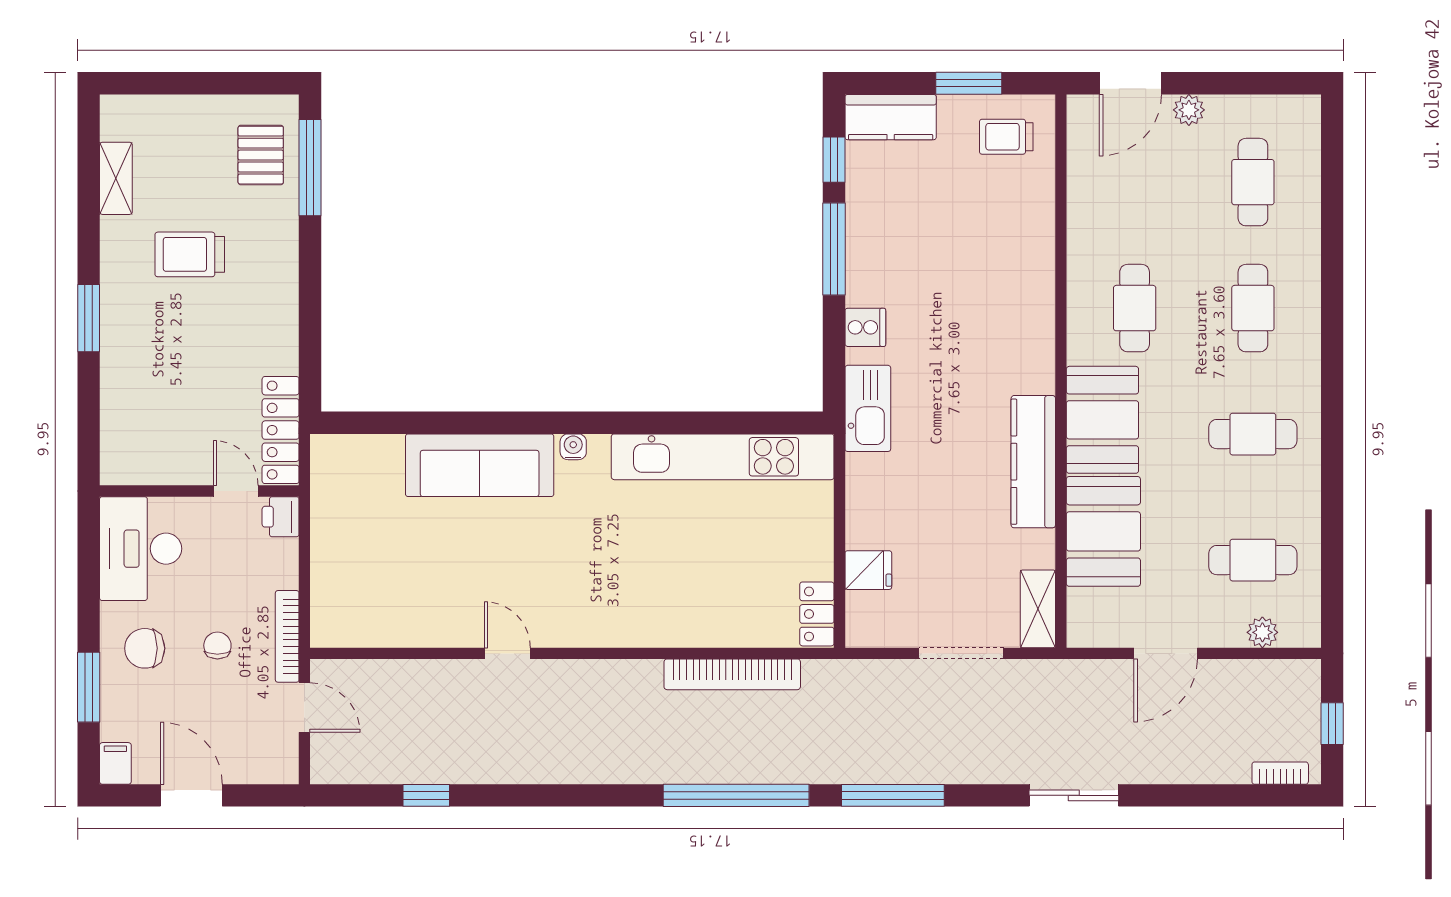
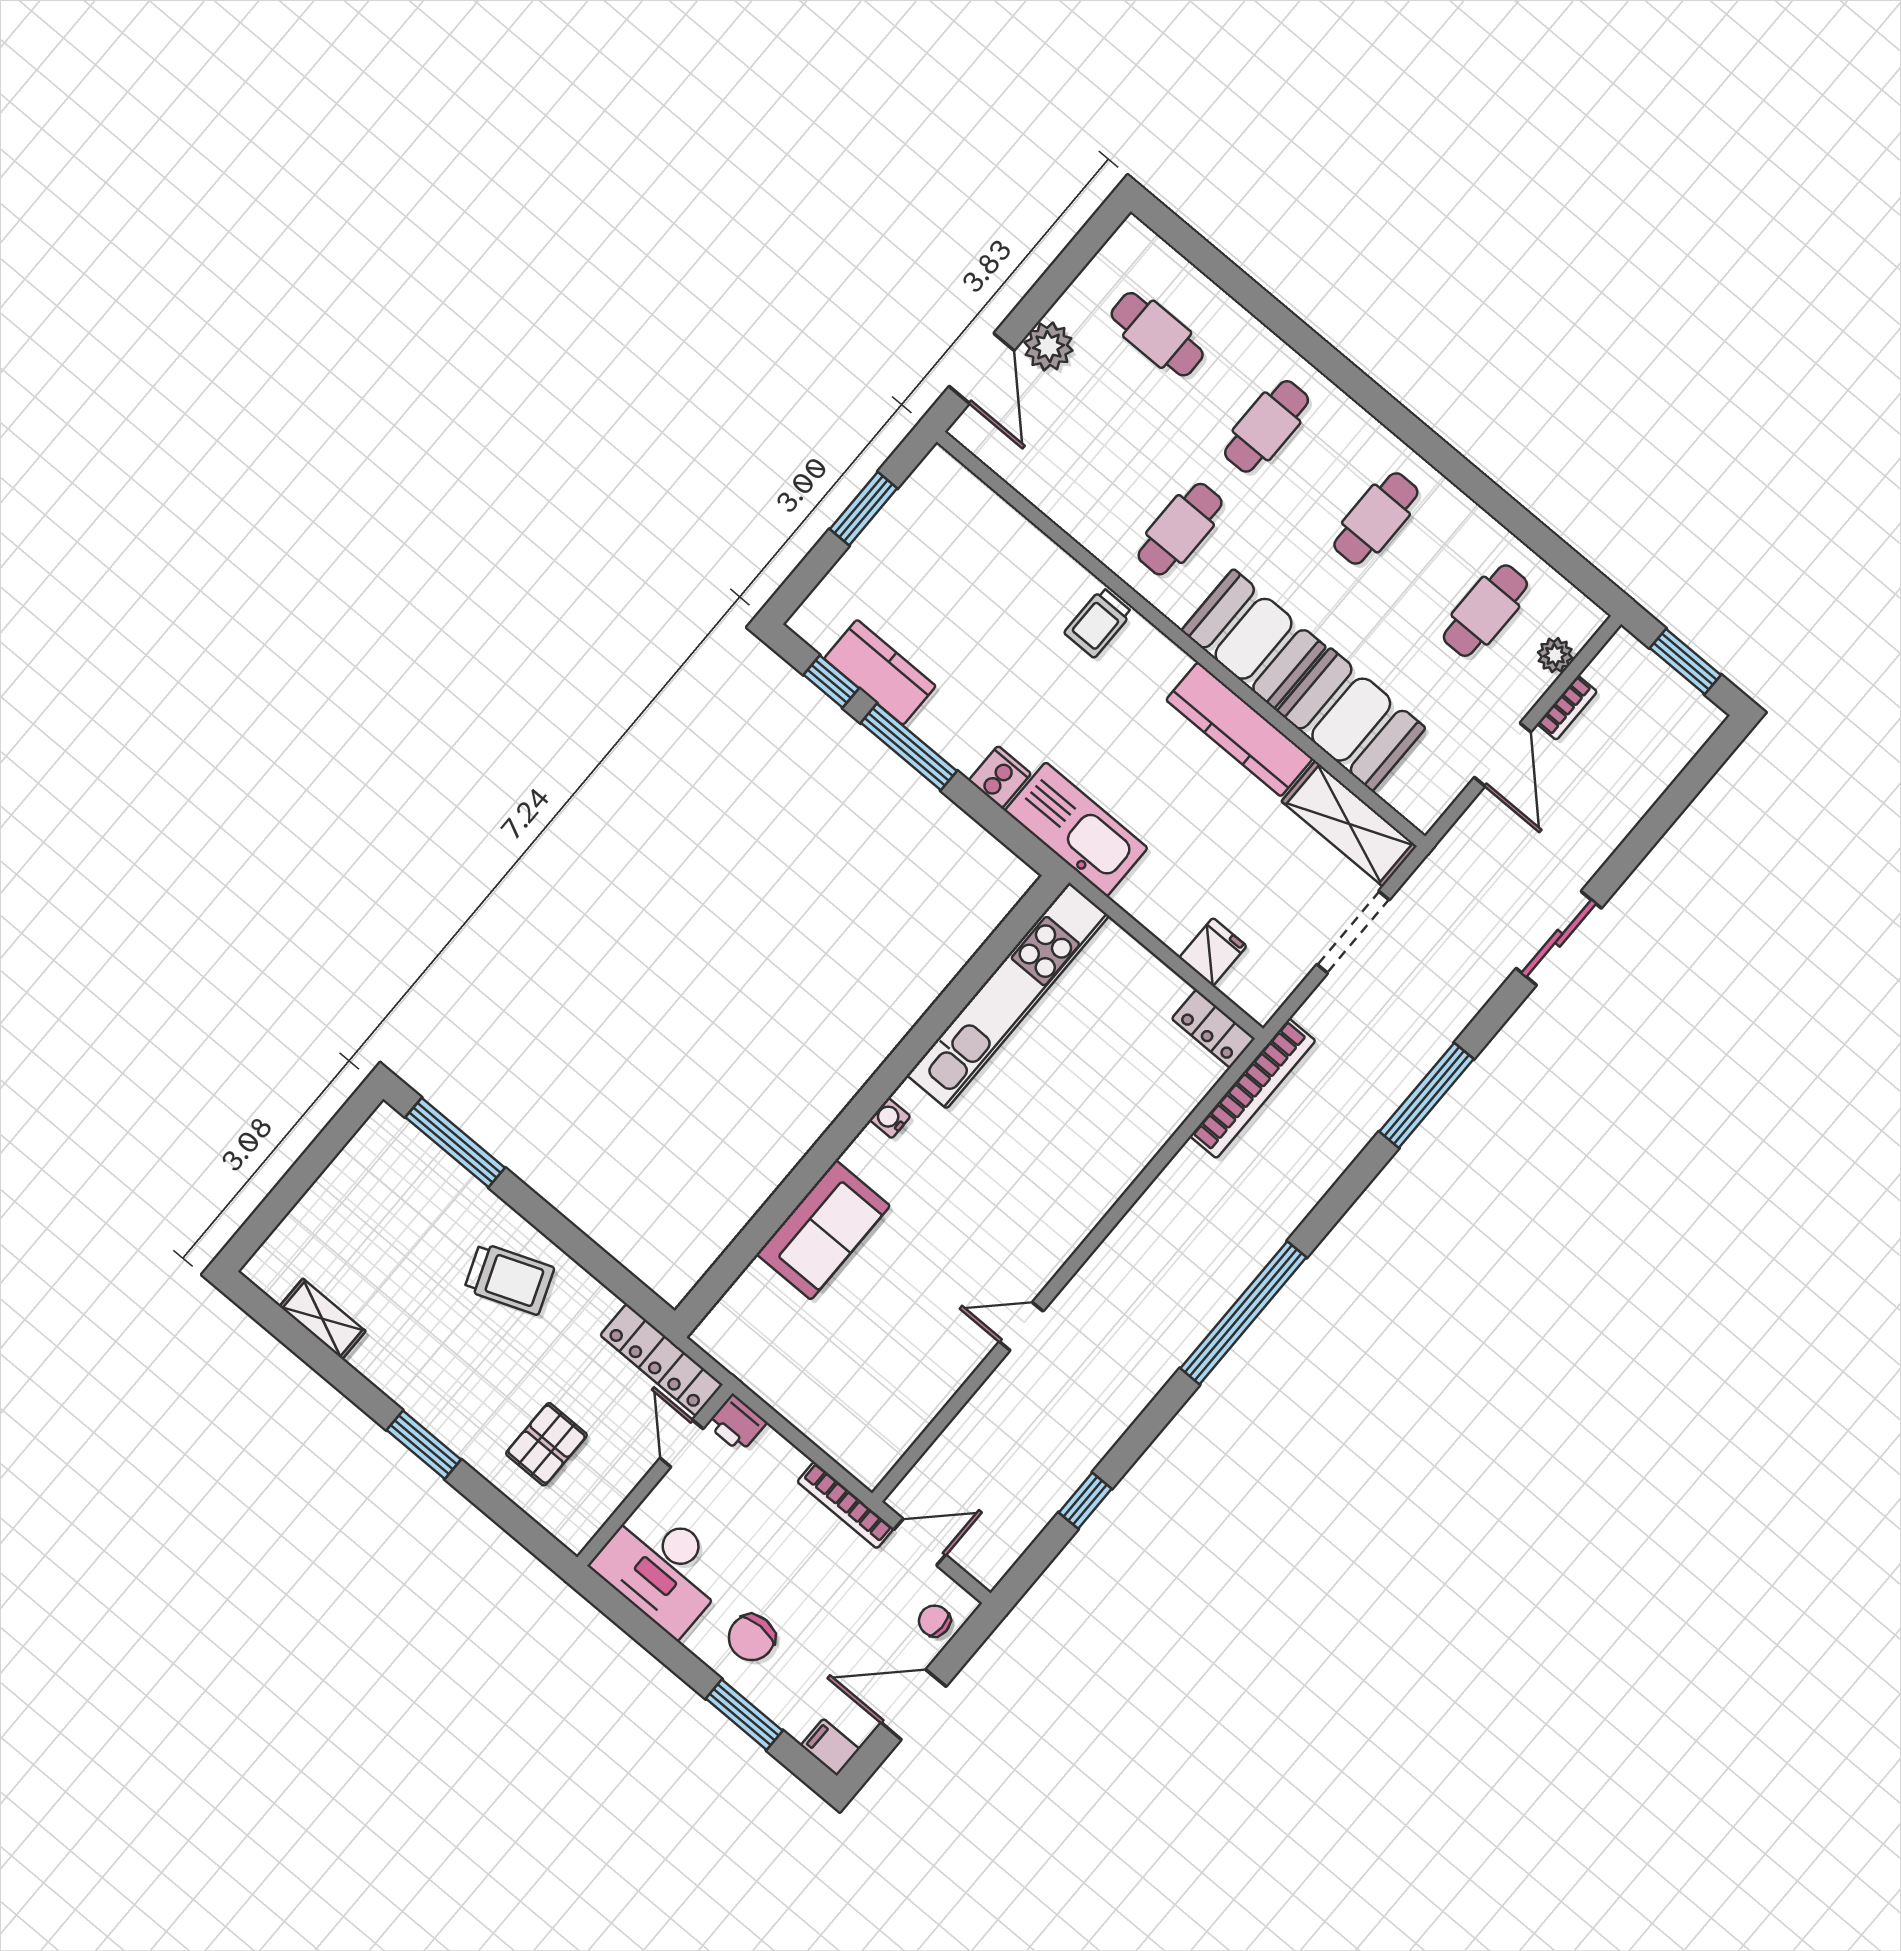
plant: (1189, 110) -> (1048, 346), width x1.38, depth x1.38
kitchen counter: (891, 117) -> (880, 672), moved, turned -90
trolley: (1006, 137) -> (1098, 623), moved
pallet: (261, 155) -> (546, 1444), moved, turned 90
trolley: (190, 254) -> (509, 1279), moved, turned -111
cafe table: (1135, 308) -> (1180, 529), turned 90
cafe table: (1253, 308) -> (1267, 426), turned 90
kitchen sink: (868, 408) -> (1076, 829), width x1.36, depth x1.24
sofa: (480, 465) -> (823, 1230), width x0.73
door: (236, 491) -> (682, 1443), hinge flipped
shelving: (1038, 609) -> (1349, 824), width x1.50, depth x1.33
chair: (217, 645) -> (935, 1621), moved
bookcase: (732, 674) -> (1253, 1088), moved
window: (1332, 724) -> (1685, 661), width x1.50
bookcase: (1280, 773) -> (1567, 708), moved, turned 180
window: (736, 795) -> (1243, 1313), moved

